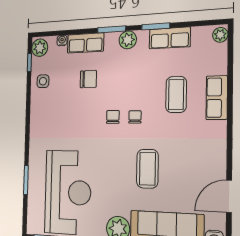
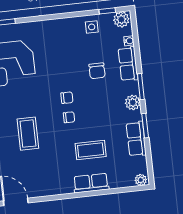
coffee table: (147, 169) -> (28, 134), turned 90

